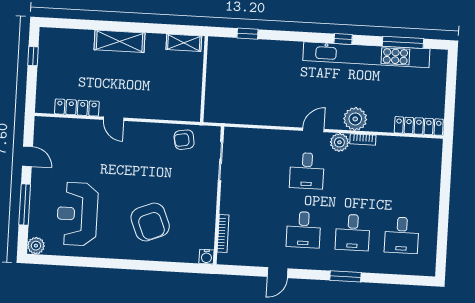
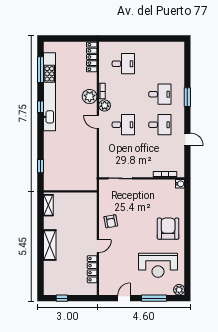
armchair: (184, 140) -> (111, 221), moved
armchair: (150, 222) -> (168, 229), moved, turned -68
desk: (402, 235) -> (123, 64), moved

